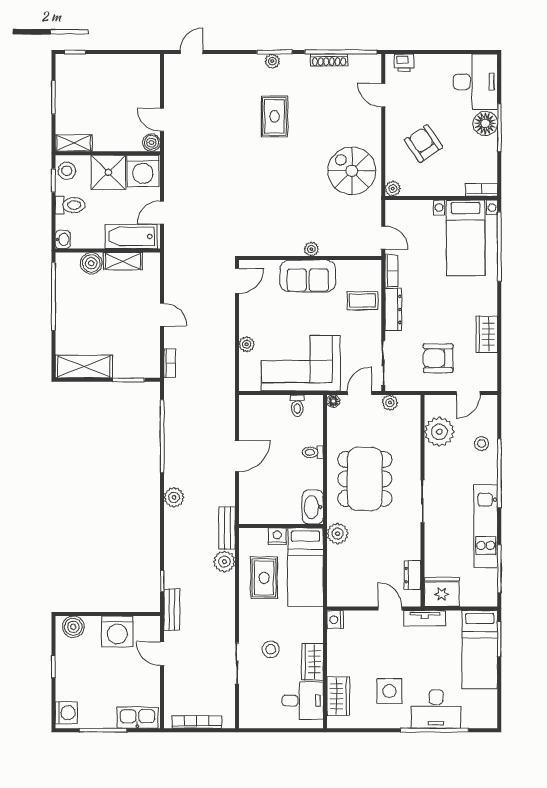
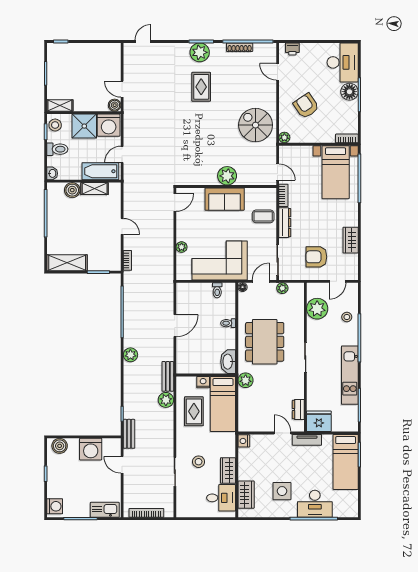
plant: (272, 61) -> (200, 52), width x1.88, depth x1.88
plant: (311, 249) -> (227, 176), width x1.88, depth x1.88

